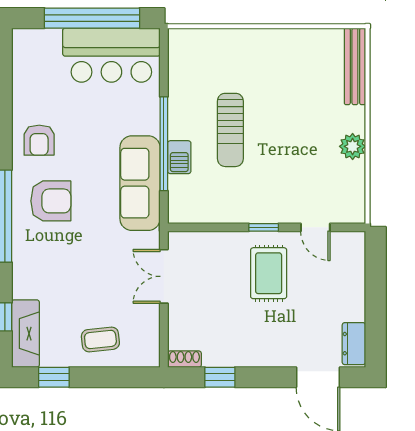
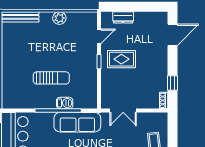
dresser: (354, 344) -> (123, 17), moved

